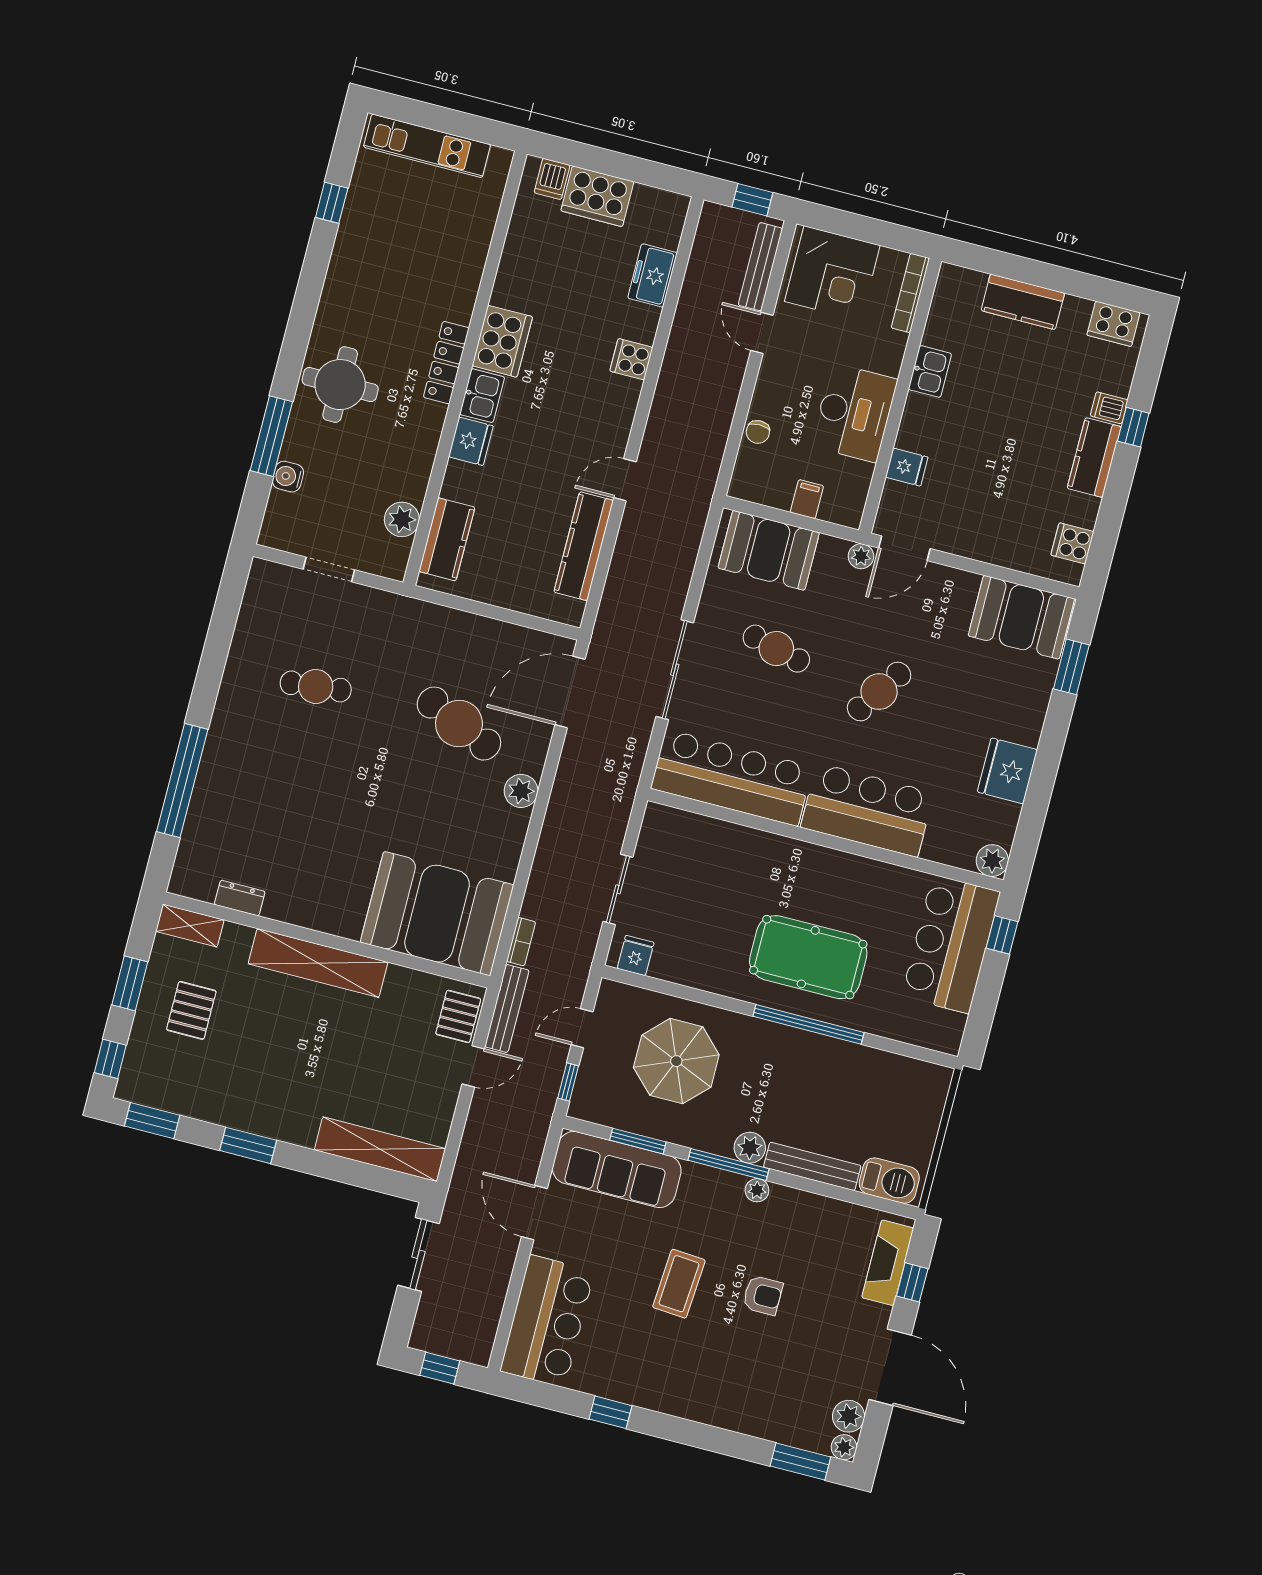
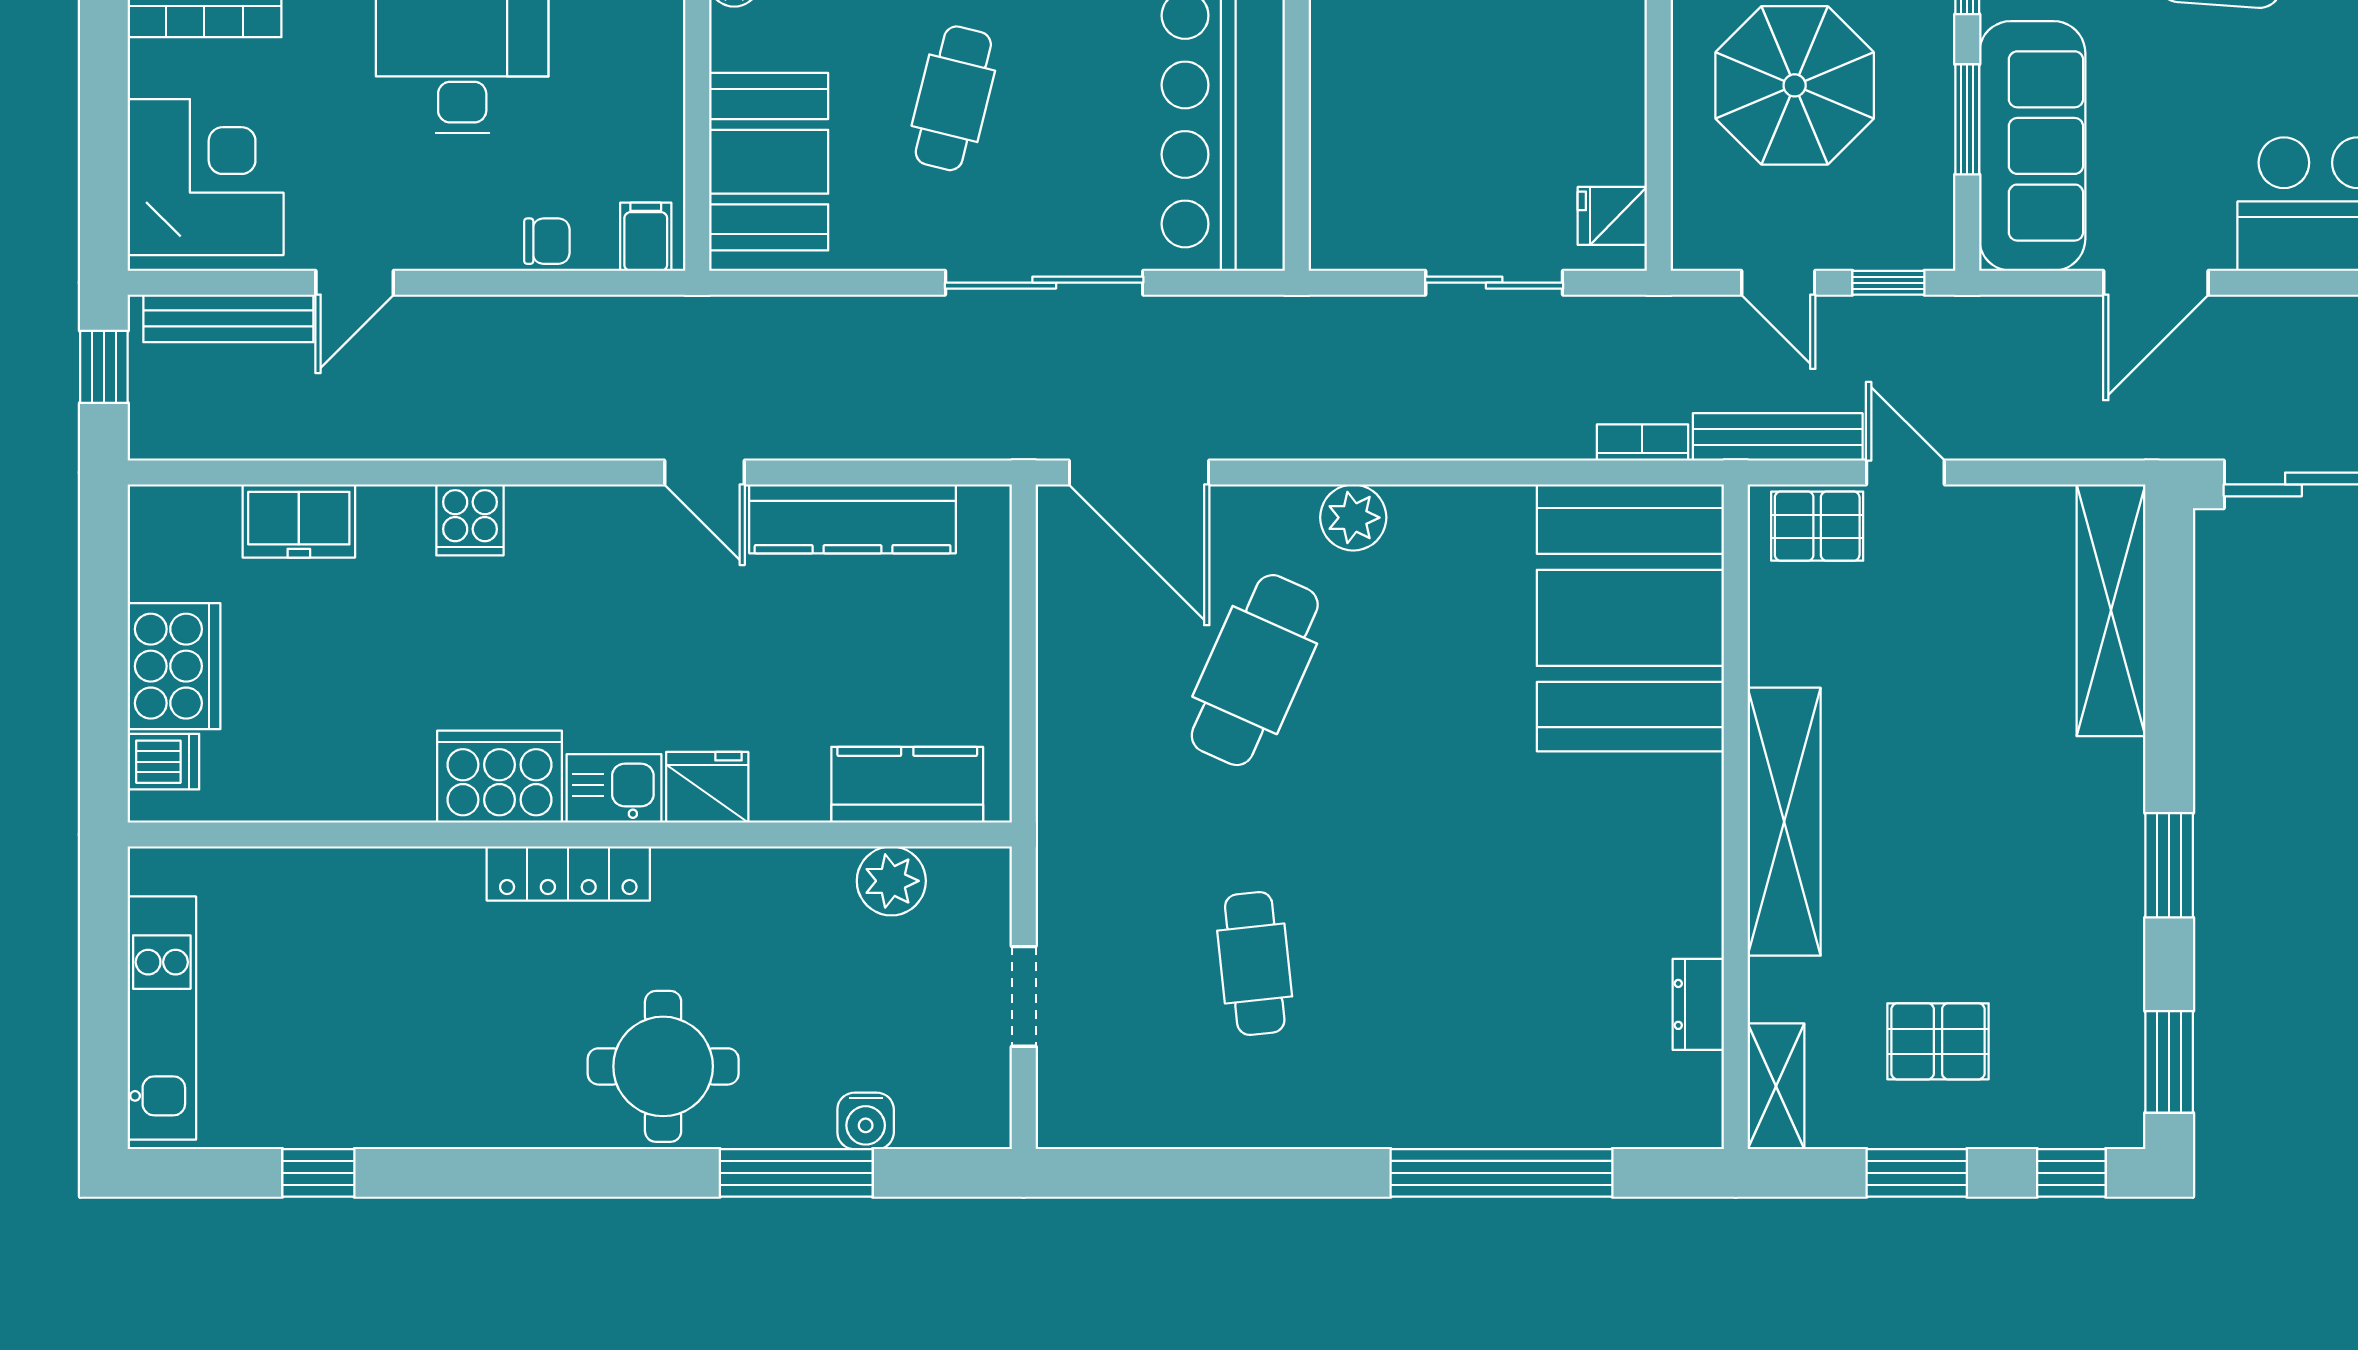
filing cabinet: (807, 499) -> (646, 237), moved, turned 90

